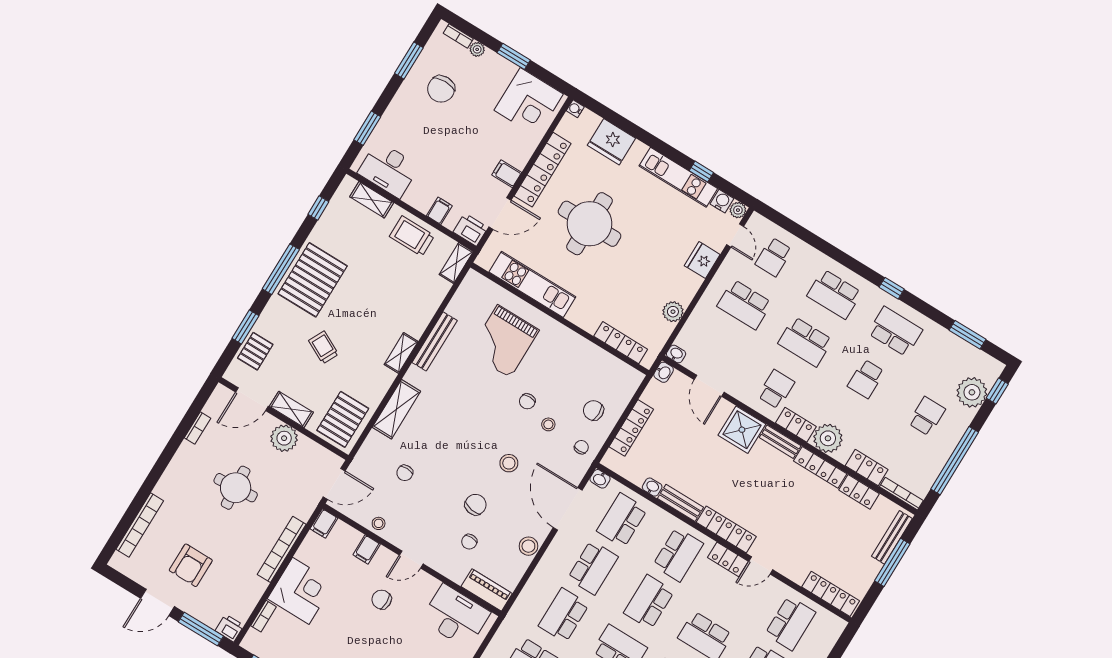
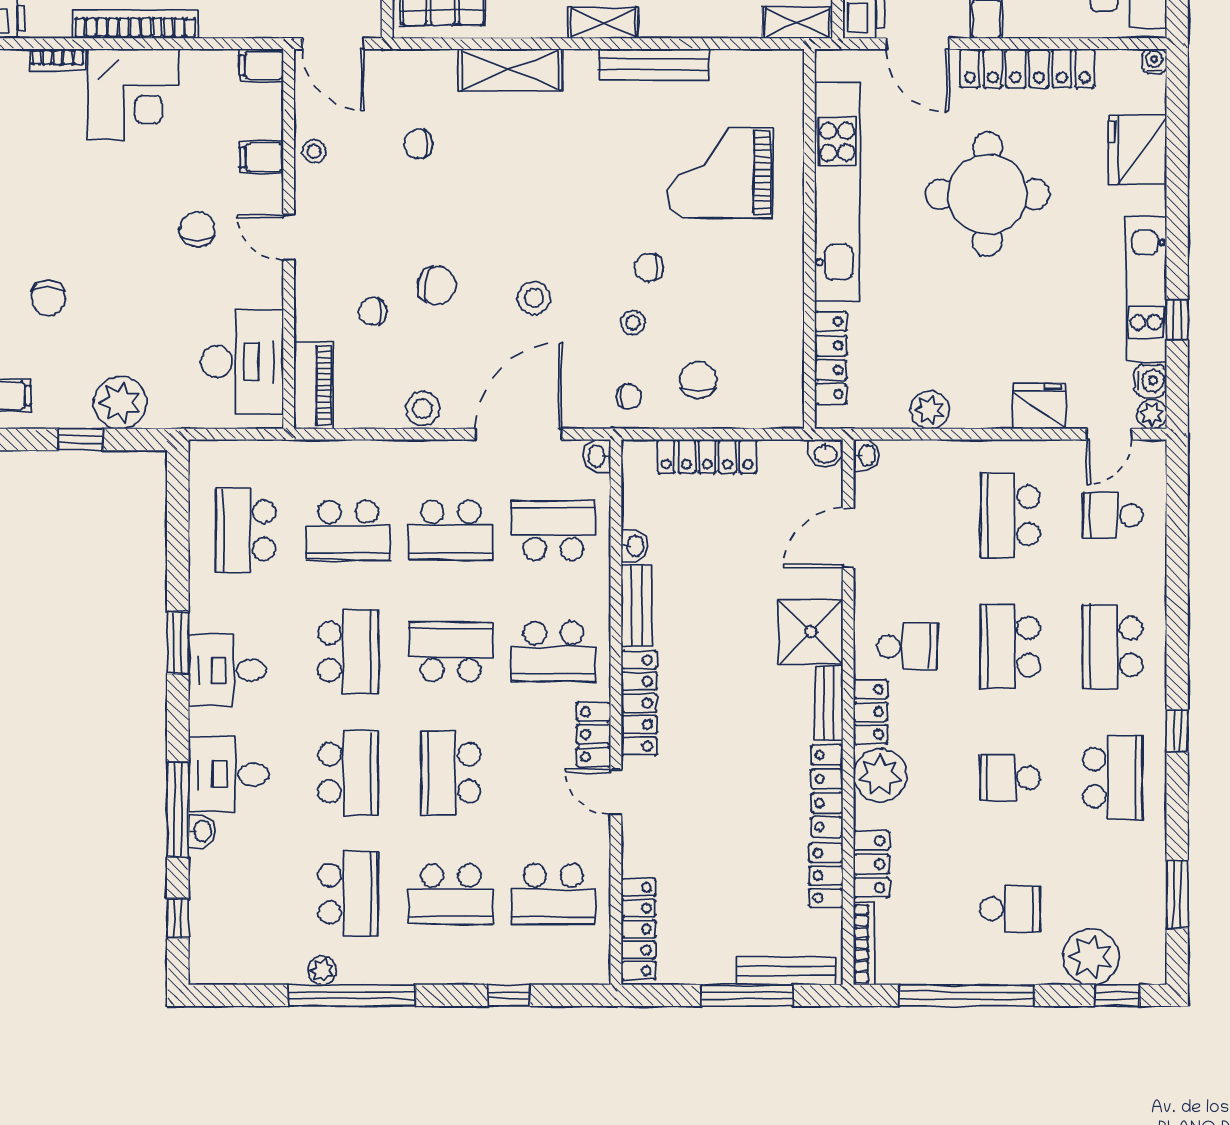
kitchen unit: (532, 284) -> (837, 192), width x1.36
bookcase: (282, 549) -> (135, 24), moved
school desk: (564, 615) -> (348, 530), turned 180

